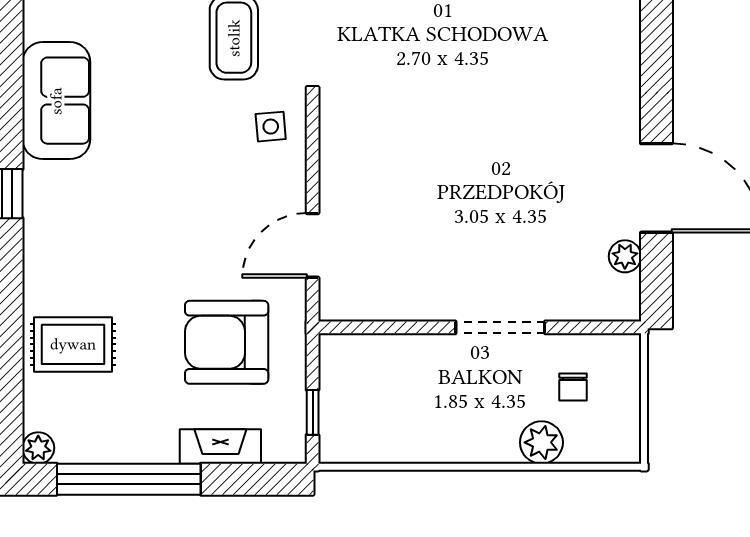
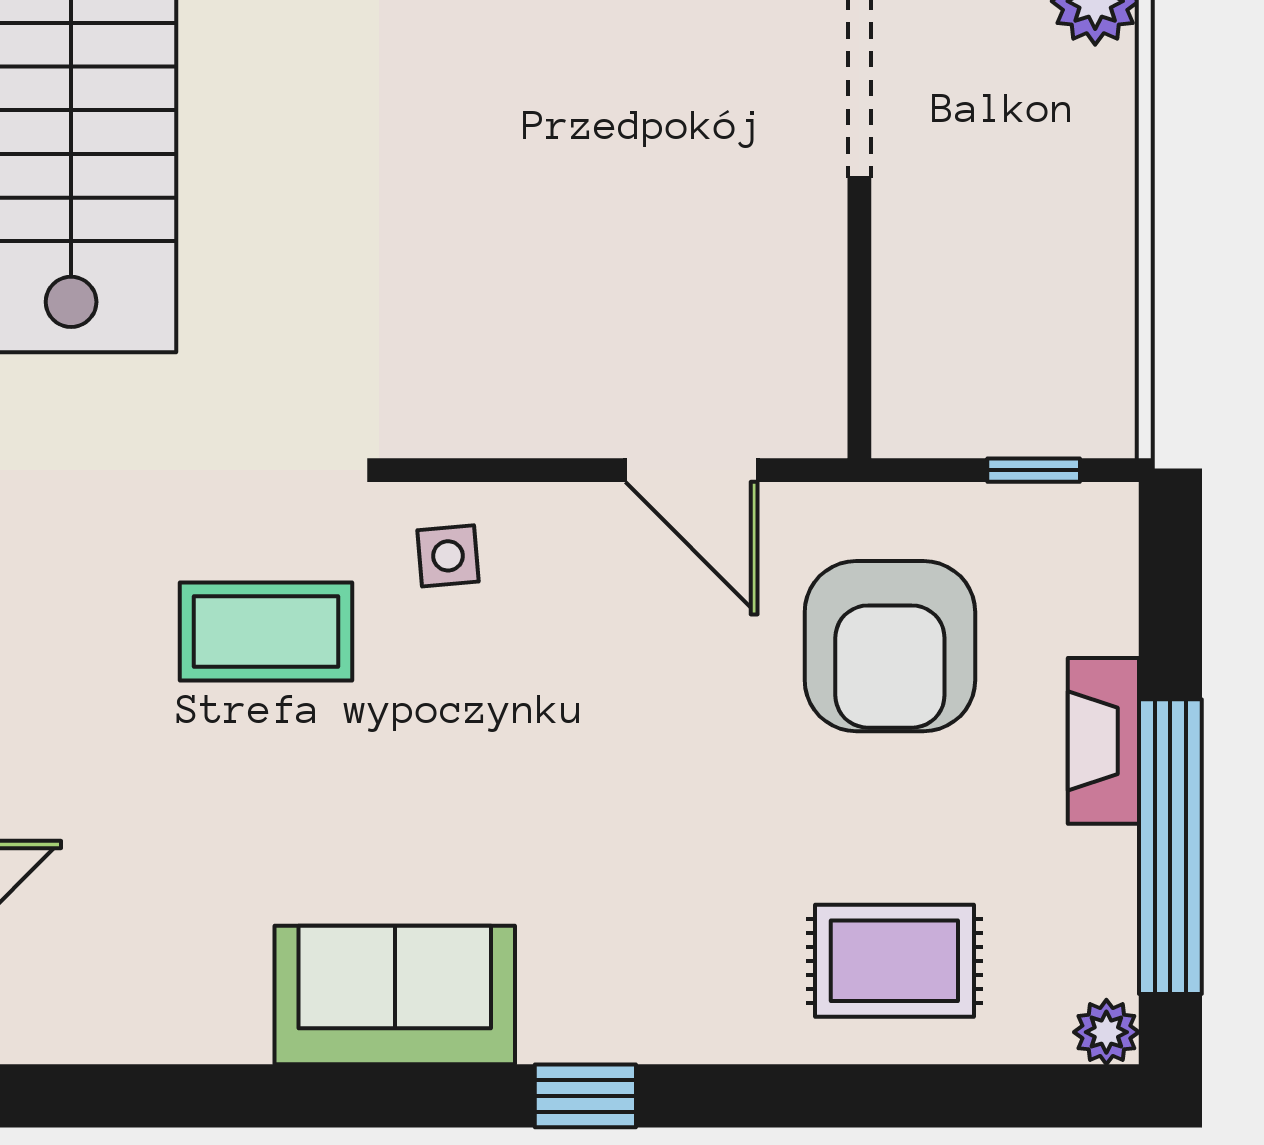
rug: (73, 344) -> (894, 961), turned 90
fireplace: (220, 446) -> (1103, 741), moved

